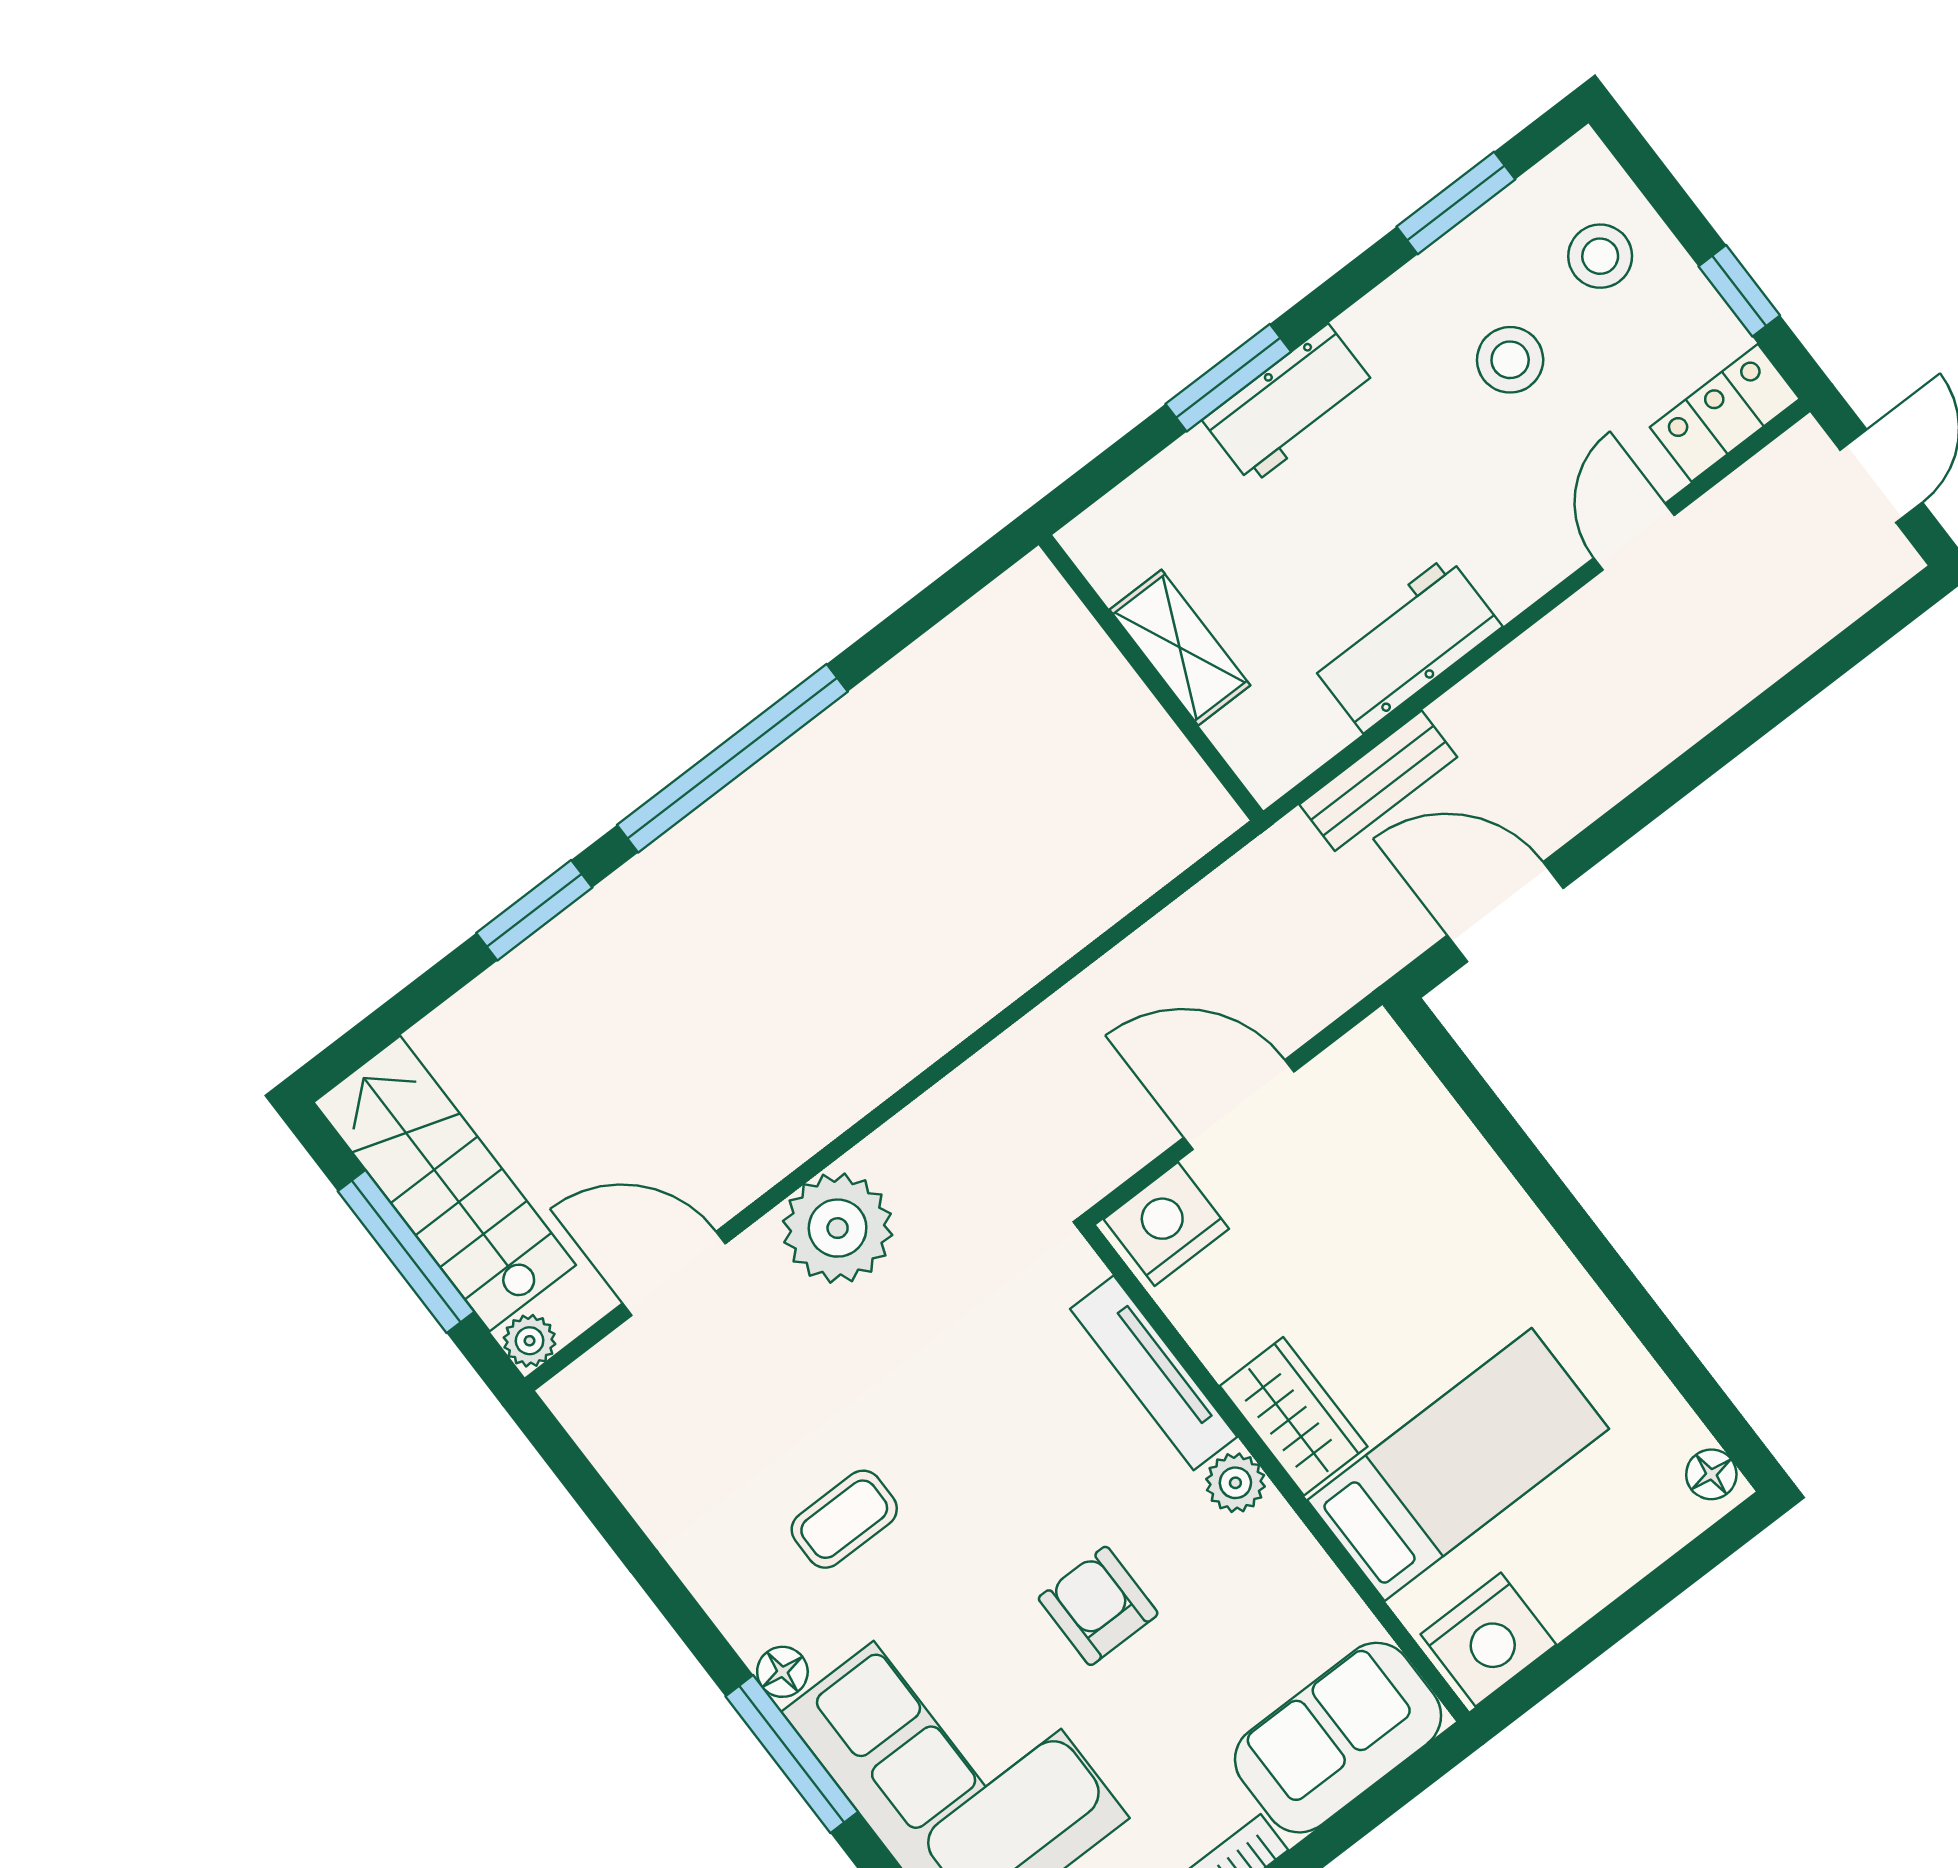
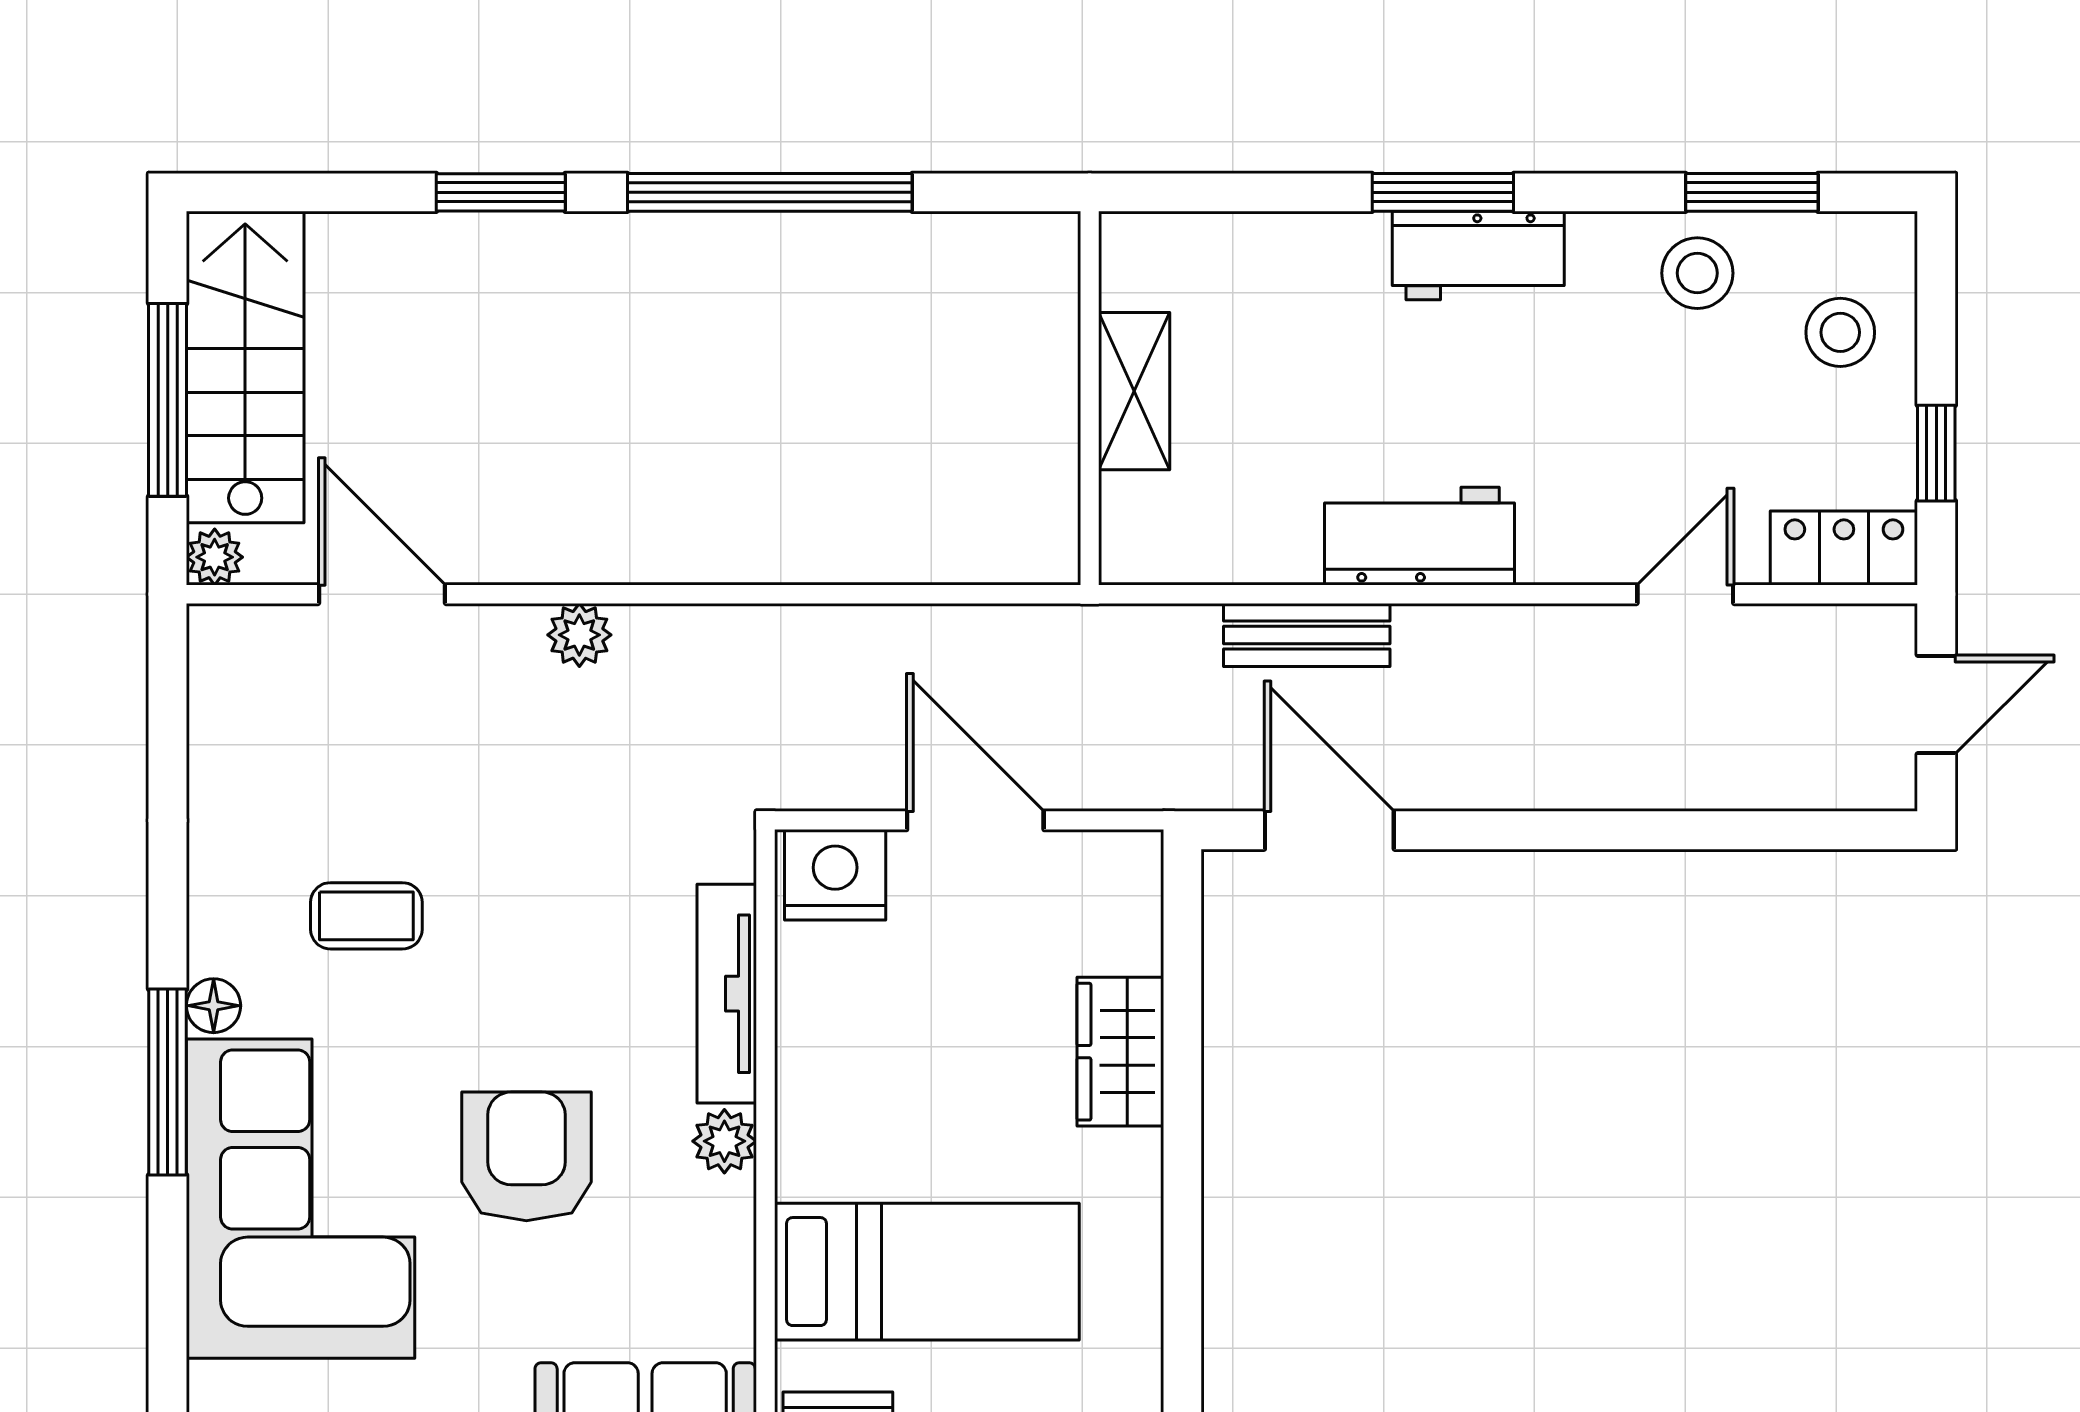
stool: (1510, 360) -> (1697, 273), moved
shelving: (1180, 648) -> (1134, 391), moved
wall: (1151, 678) -> (1090, 398), moved
plant: (838, 1228) -> (579, 635), width x0.53, depth x0.53
wardrobe: (1294, 1416) -> (1120, 1052), moved, turned 180
armchair: (1098, 1606) -> (526, 1156), width x1.38, depth x1.38

